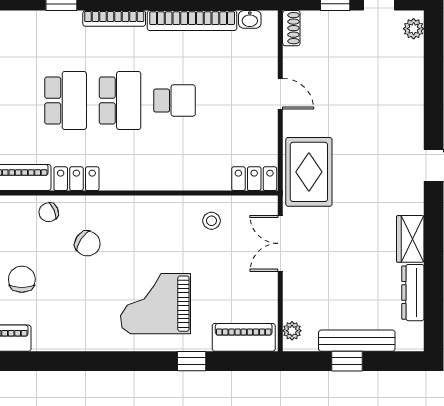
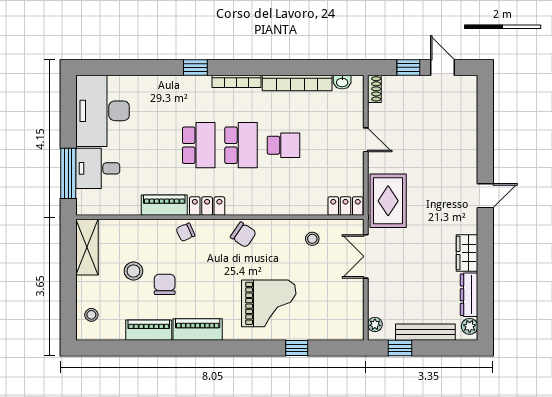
plant: (414, 29) -> (470, 326), moved
chair: (87, 244) -> (243, 235), moved
grand piano: (155, 304) -> (269, 303), turned 180
piano: (244, 337) -> (198, 330), moved
window: (347, 361) -> (400, 348), moved

